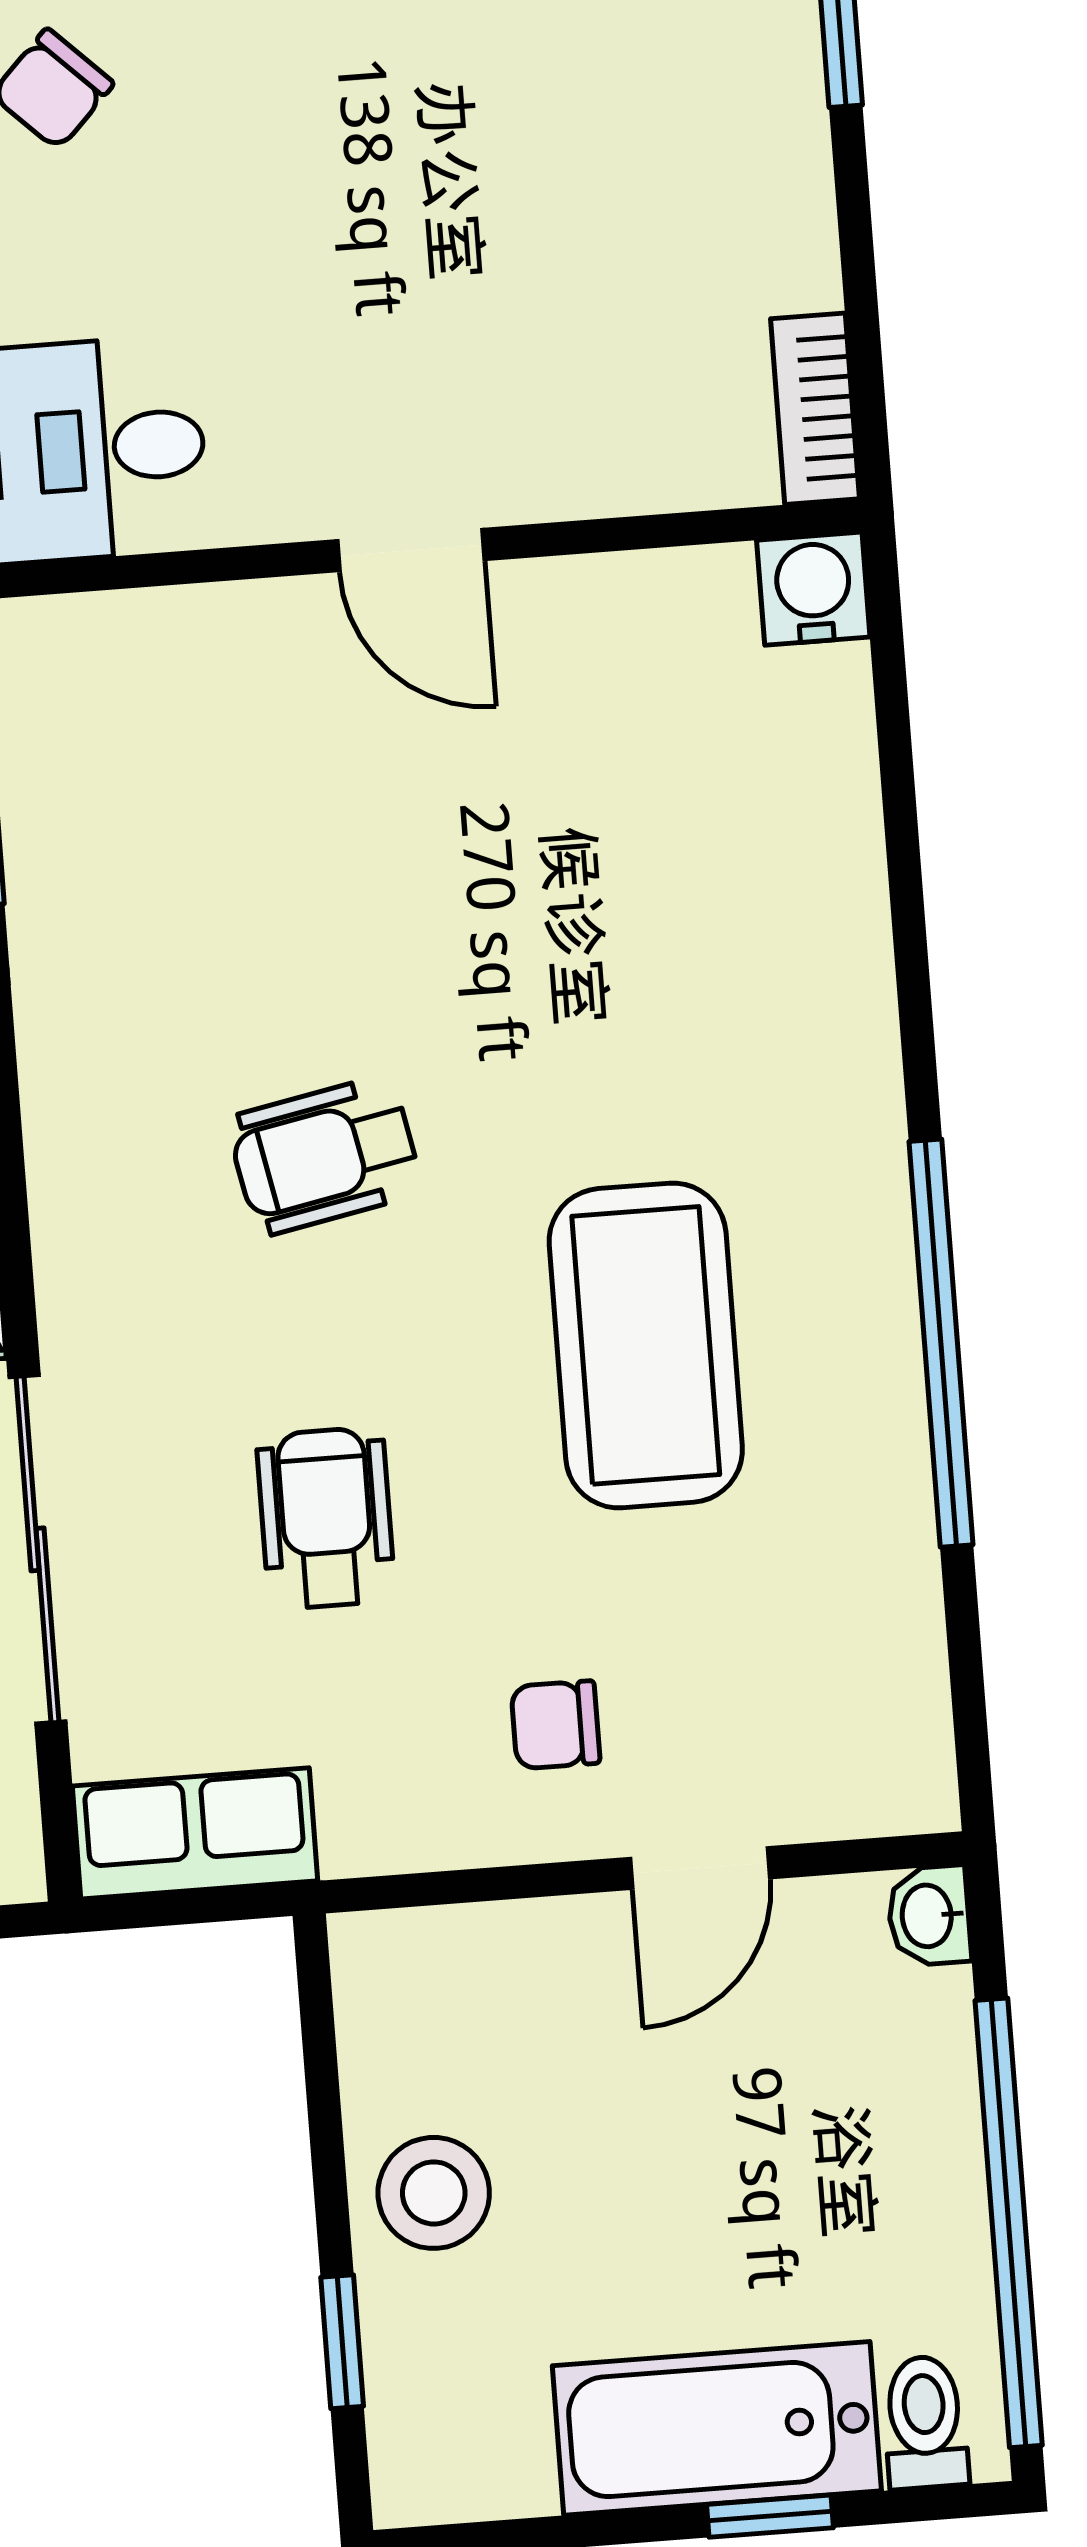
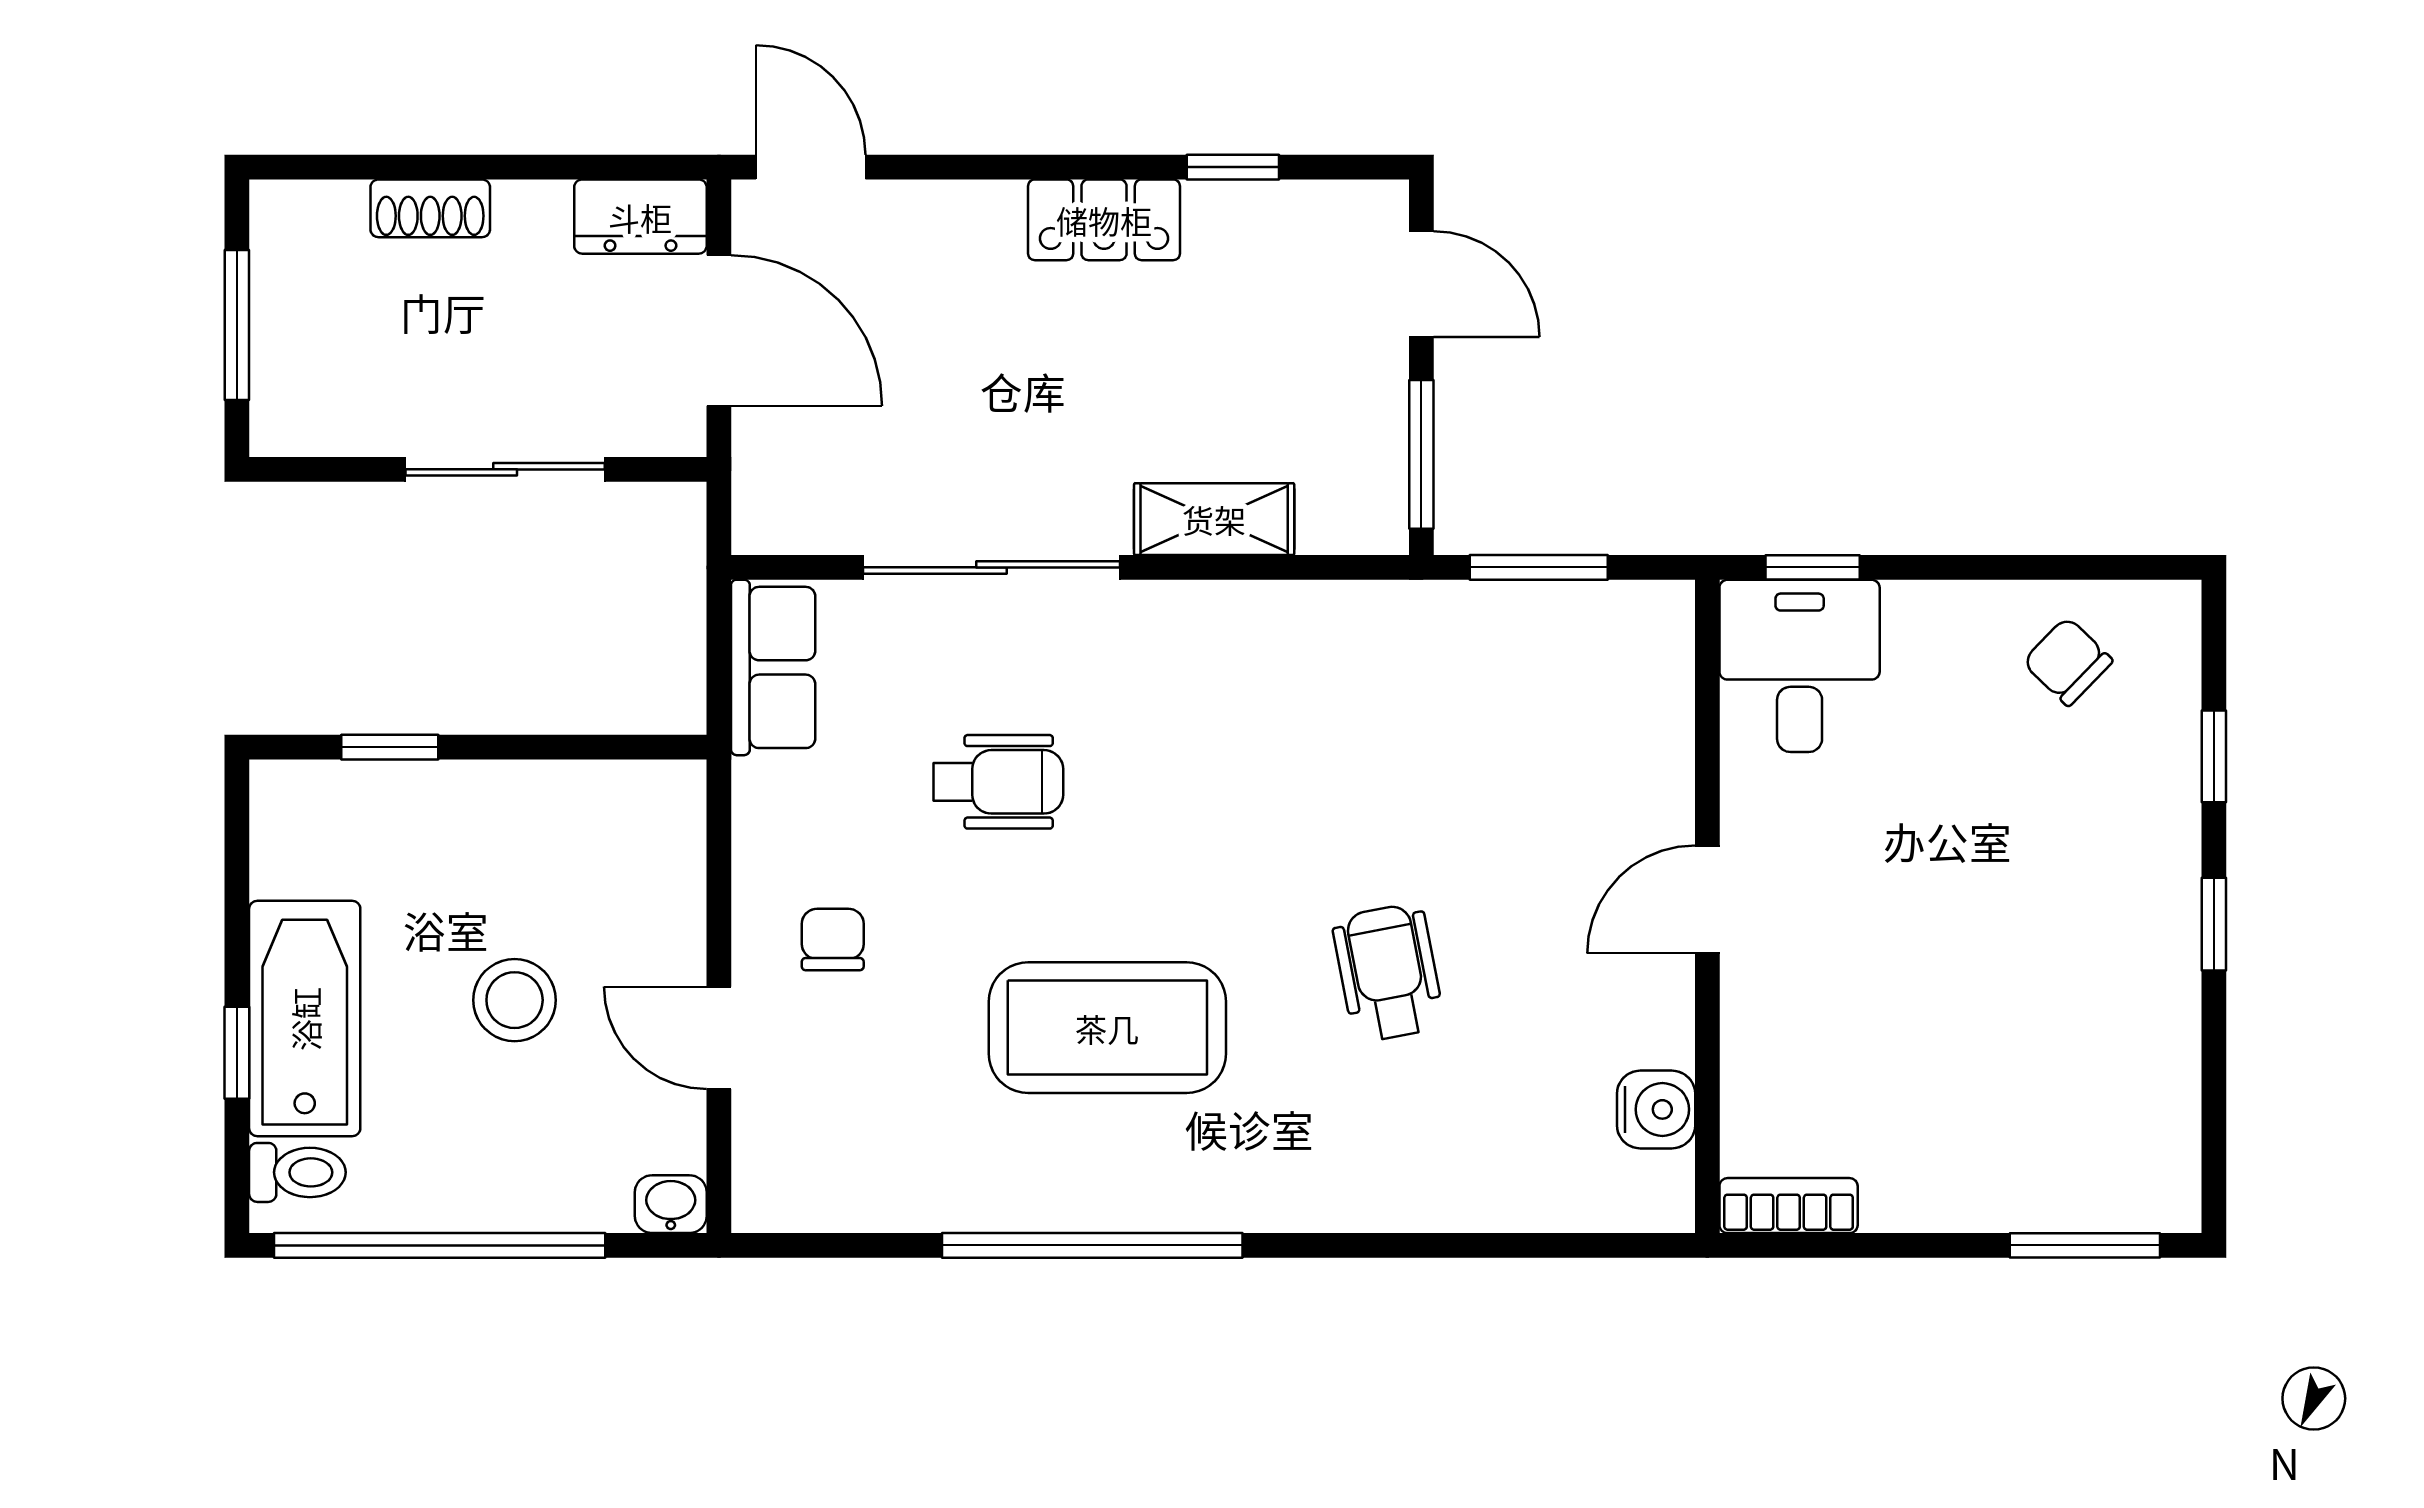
water cooler: (813, 589) -> (1656, 1109), moved
wheelchair: (325, 1155) -> (1388, 973), moved
stool: (434, 2193) -> (515, 1000), moved

